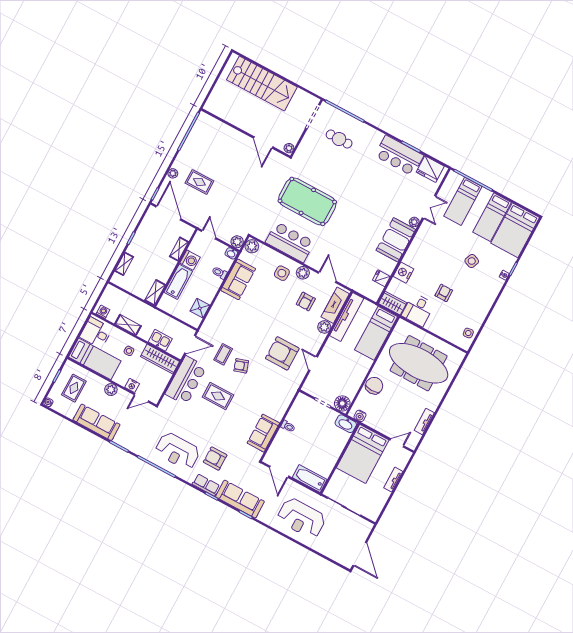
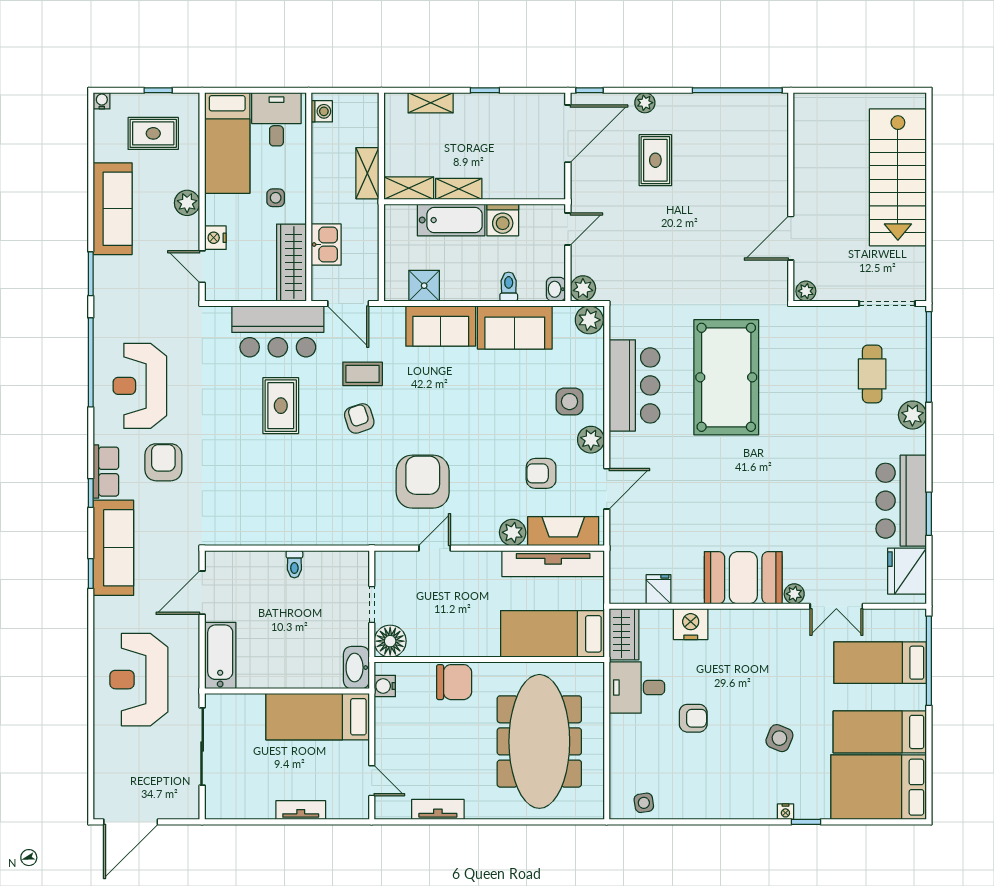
plant: (366, 131) -> (912, 415), added
shelving: (179, 249) -> (459, 189), moved
shelving: (128, 325) -> (367, 173), moved
sofa: (263, 433) -> (441, 326), moved, turned 180
bed: (363, 454) -> (318, 717), width x0.67

